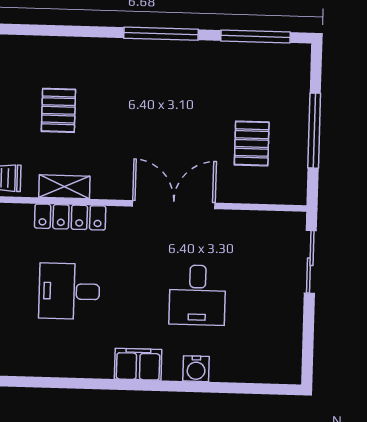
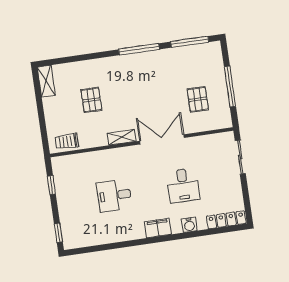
shelving: (64, 187) -> (122, 137), moved
locker: (70, 217) -> (226, 220), moved, turned 180

